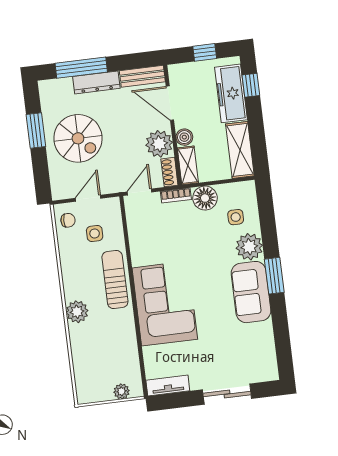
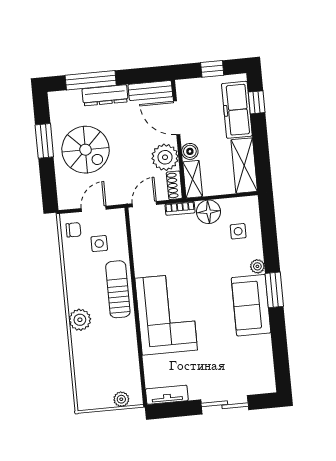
plant: (249, 247) -> (257, 266), width x0.53, depth x0.53

